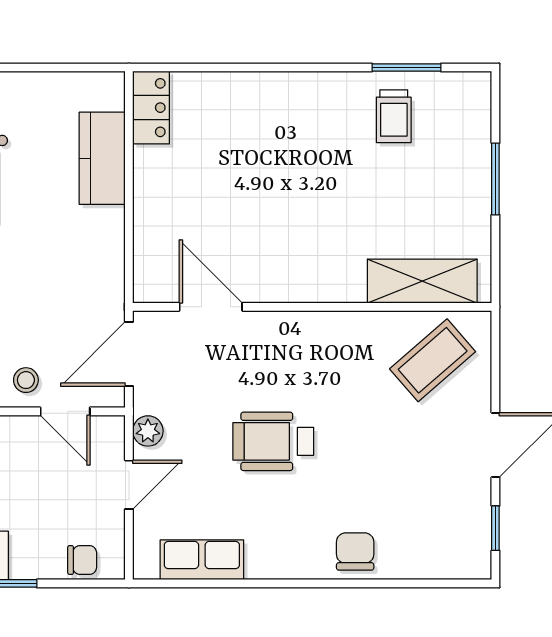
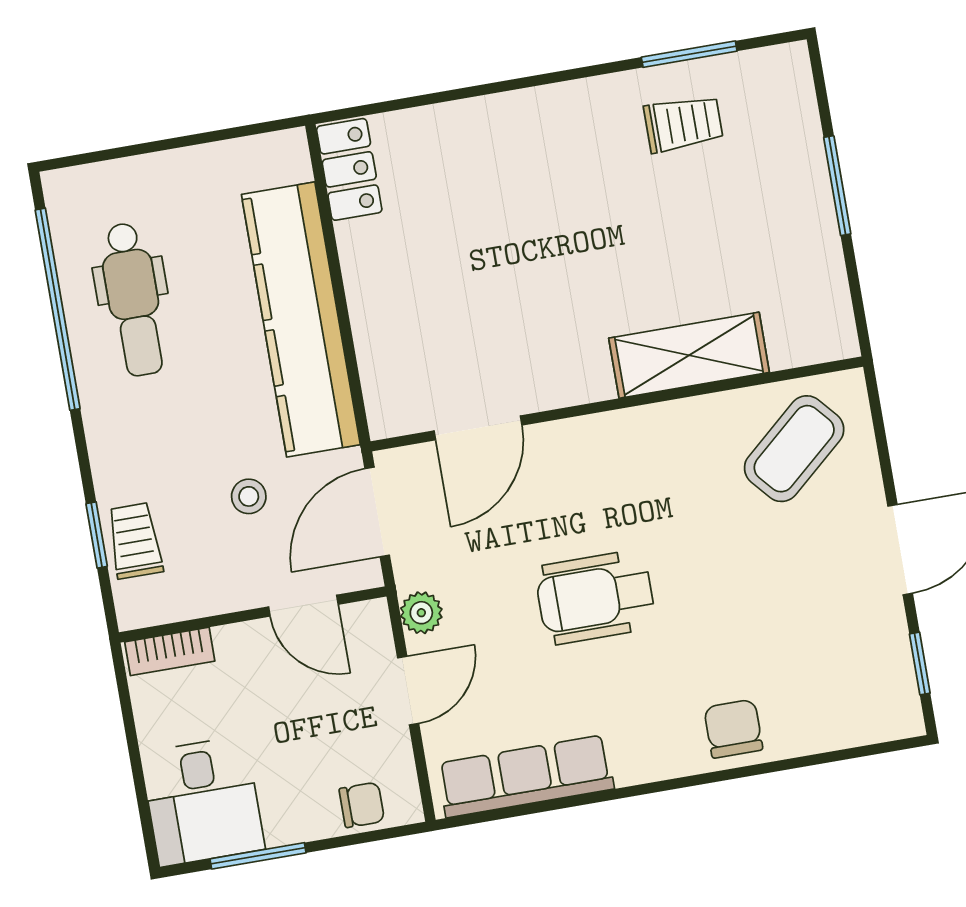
trolley: (394, 116) -> (683, 124), turned -90
kitchen counter: (102, 158) -> (301, 319), width x2.08, depth x1.17
shelving: (422, 281) -> (689, 355), moved
door: (211, 307) -> (478, 428), swing flipped
stool: (26, 380) -> (249, 496), moved
row of seats: (202, 560) -> (526, 776), width x1.48

